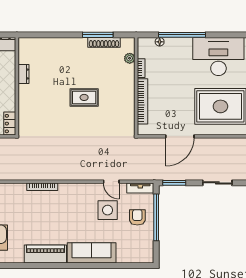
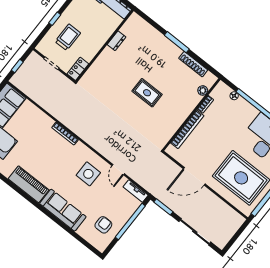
window: (98, 35) -> (177, 42), moved
sliding door: (217, 183) -> (195, 232), width x1.37
side table: (108, 210) -> (88, 174), moved
armchair: (137, 217) -> (103, 225), moved

